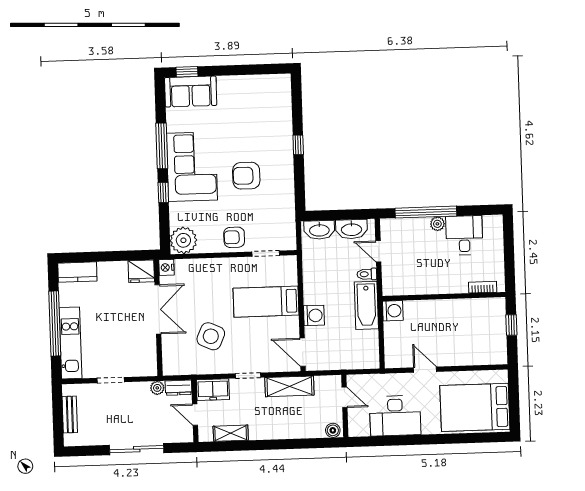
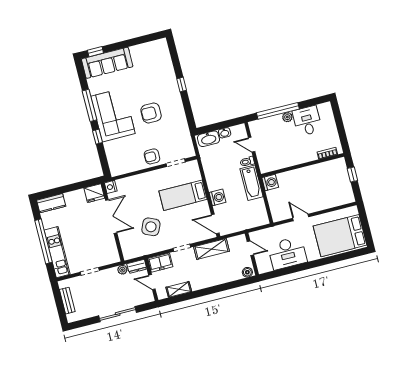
sofa: (191, 92) -> (107, 63), width x1.36
washbasin: (351, 229) -> (225, 133), width x0.52, depth x0.69
plant: (183, 240) -> (118, 166), removed

